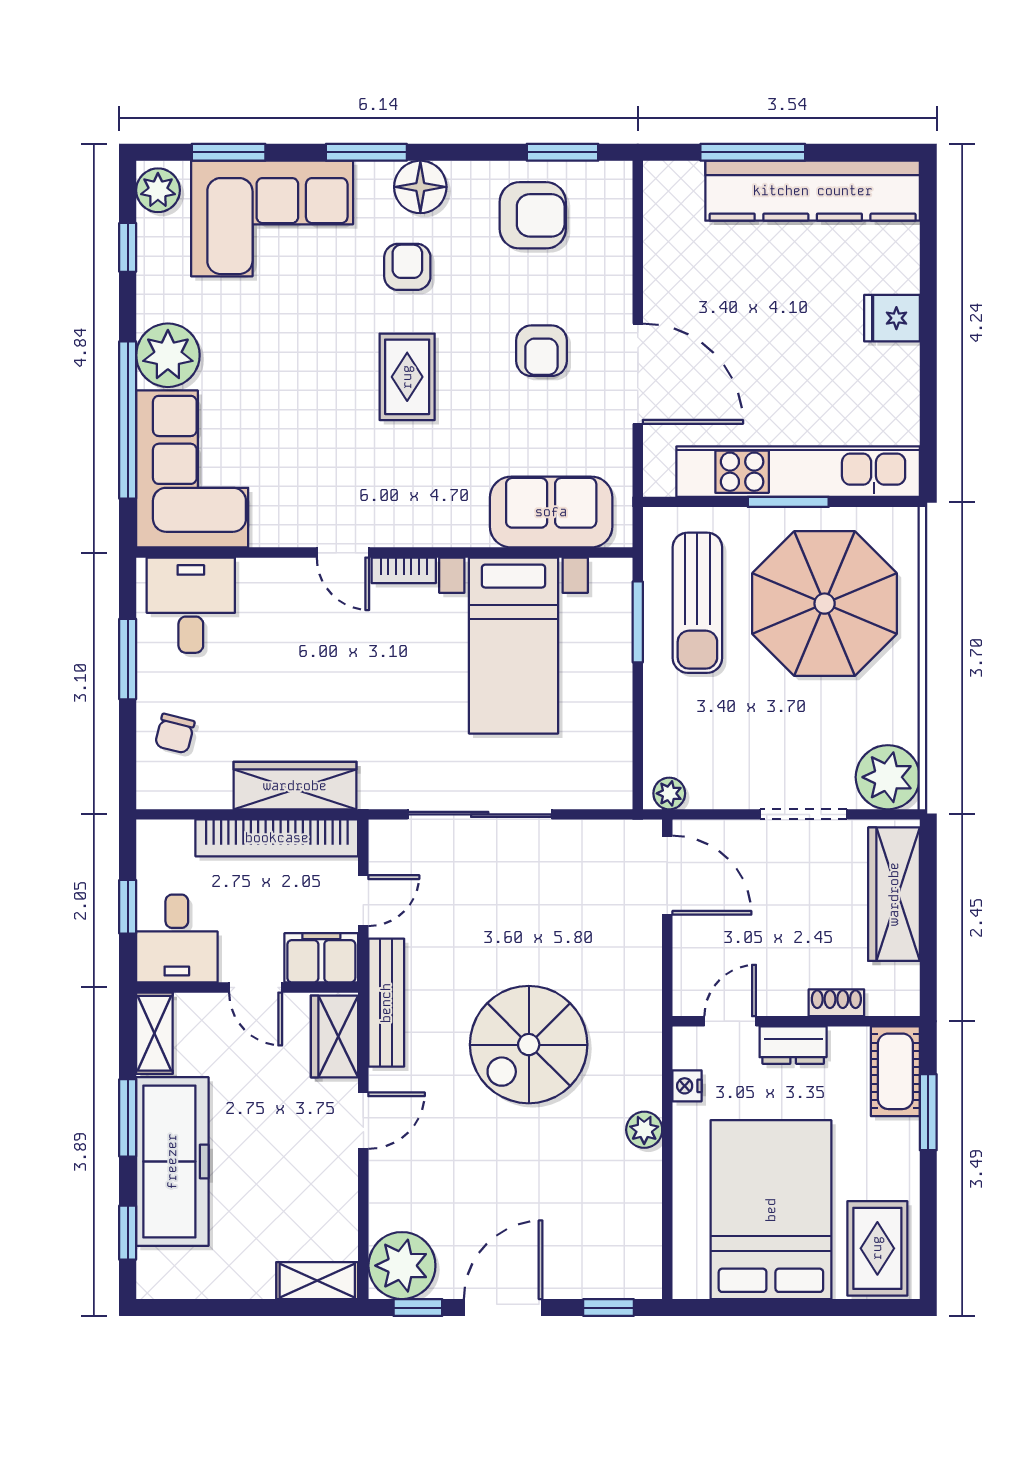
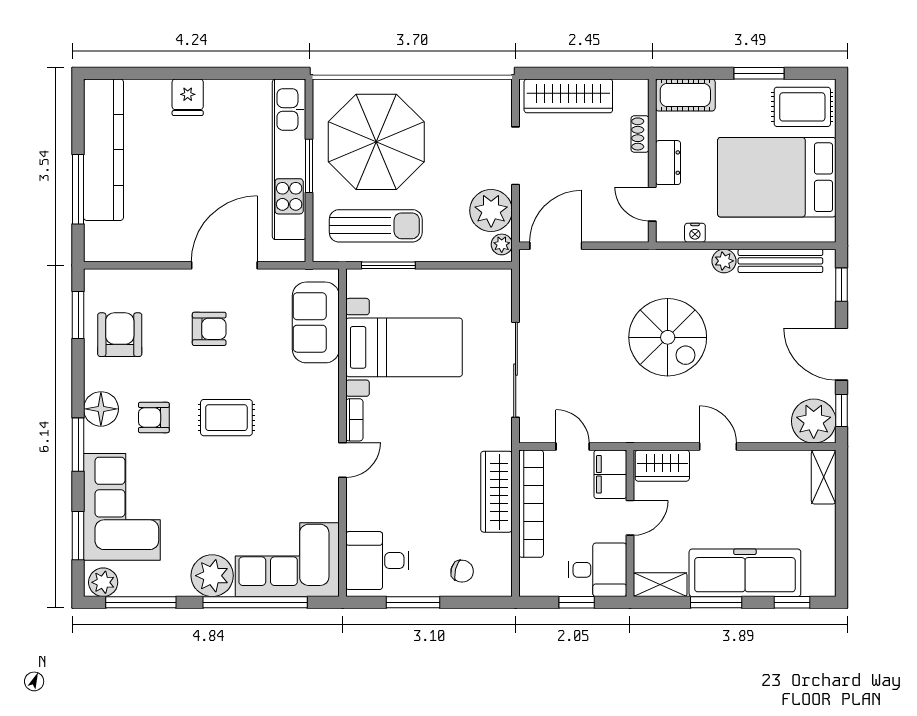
window: (128, 247) -> (141, 602), width x2.17
plant: (888, 777) -> (491, 211), moved
bench: (386, 1003) -> (780, 261), moved
window: (928, 1112) -> (759, 73), moved

